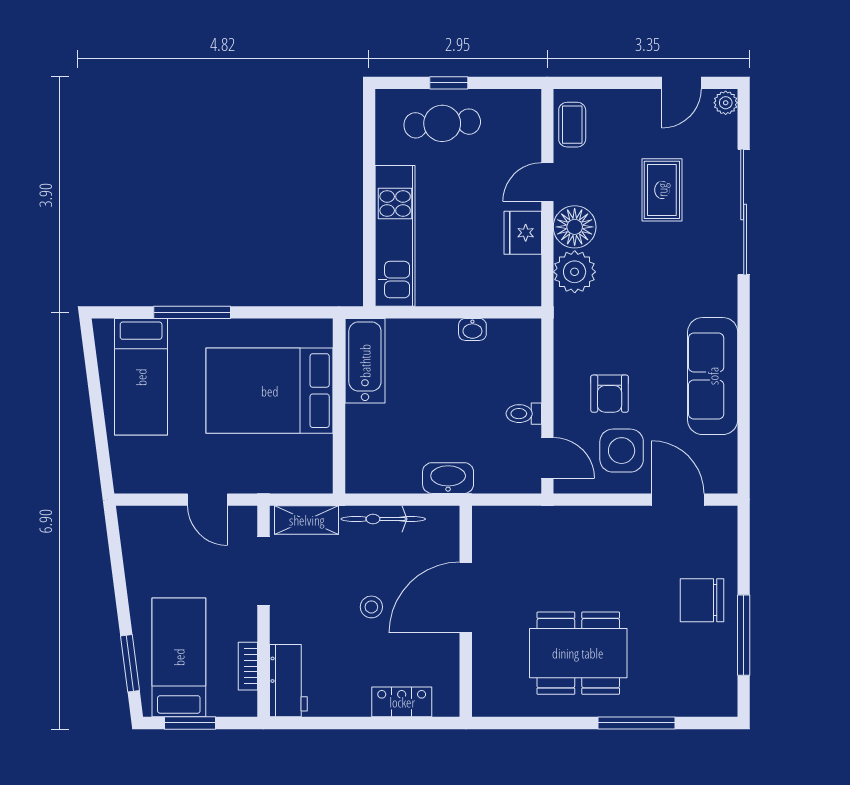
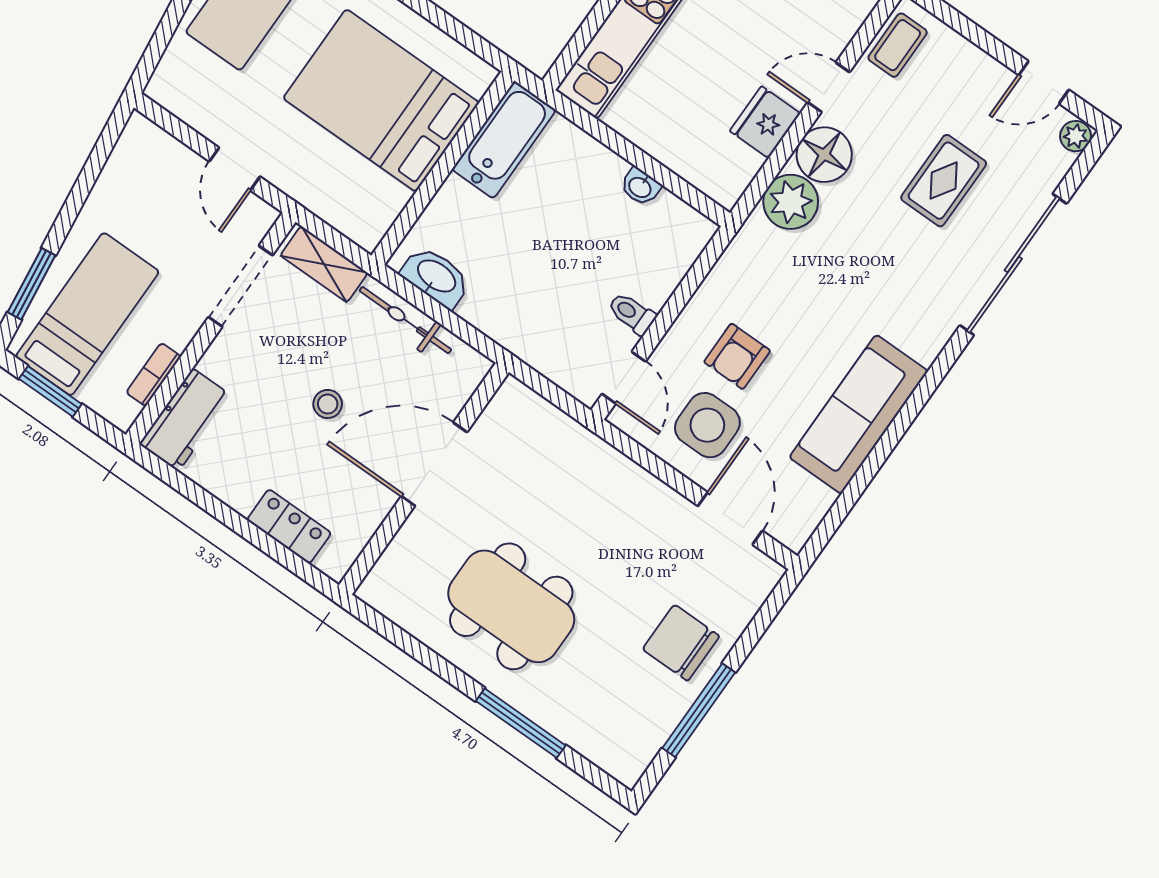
washbasin: (448, 478) -> (436, 277), moved

